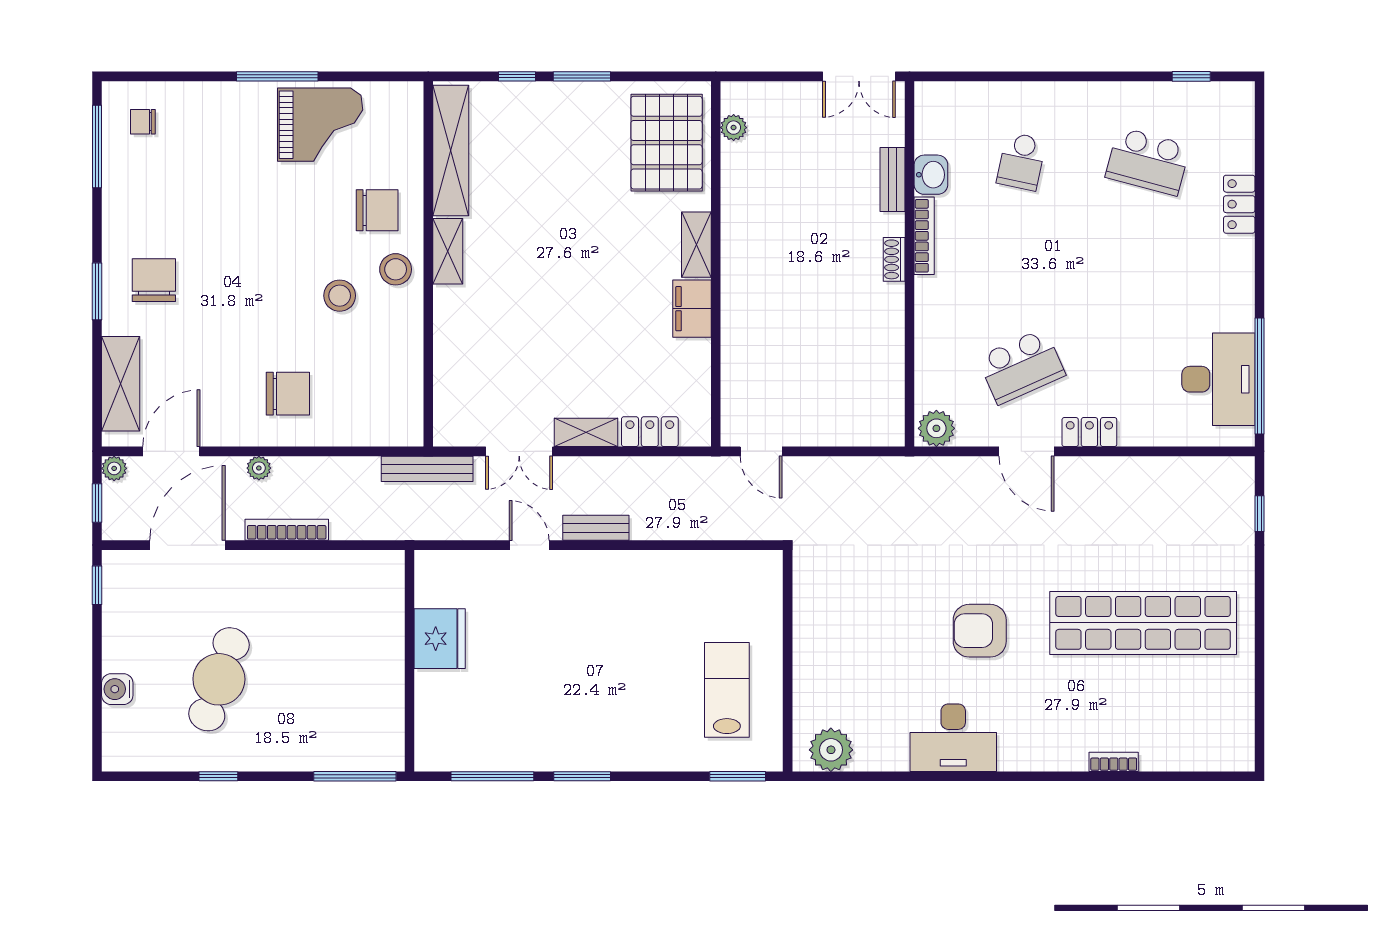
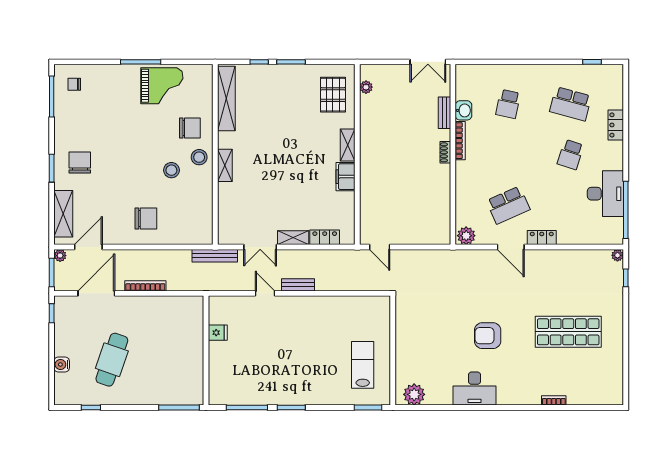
pallet: (667, 143) -> (333, 95), width x0.73, depth x0.71
shelving: (448, 251) -> (225, 165), moved
school desk: (1148, 264) -> (571, 154), added
desk: (1218, 379) -> (605, 194), moved
plant: (259, 468) -> (617, 255), moved
window: (97, 503) -> (52, 273), width x1.50
shop shelf: (1143, 623) -> (568, 332), width x0.71
fridge: (440, 639) -> (218, 333), width x0.53, depth x0.75
window: (218, 776) -> (91, 408), moved

